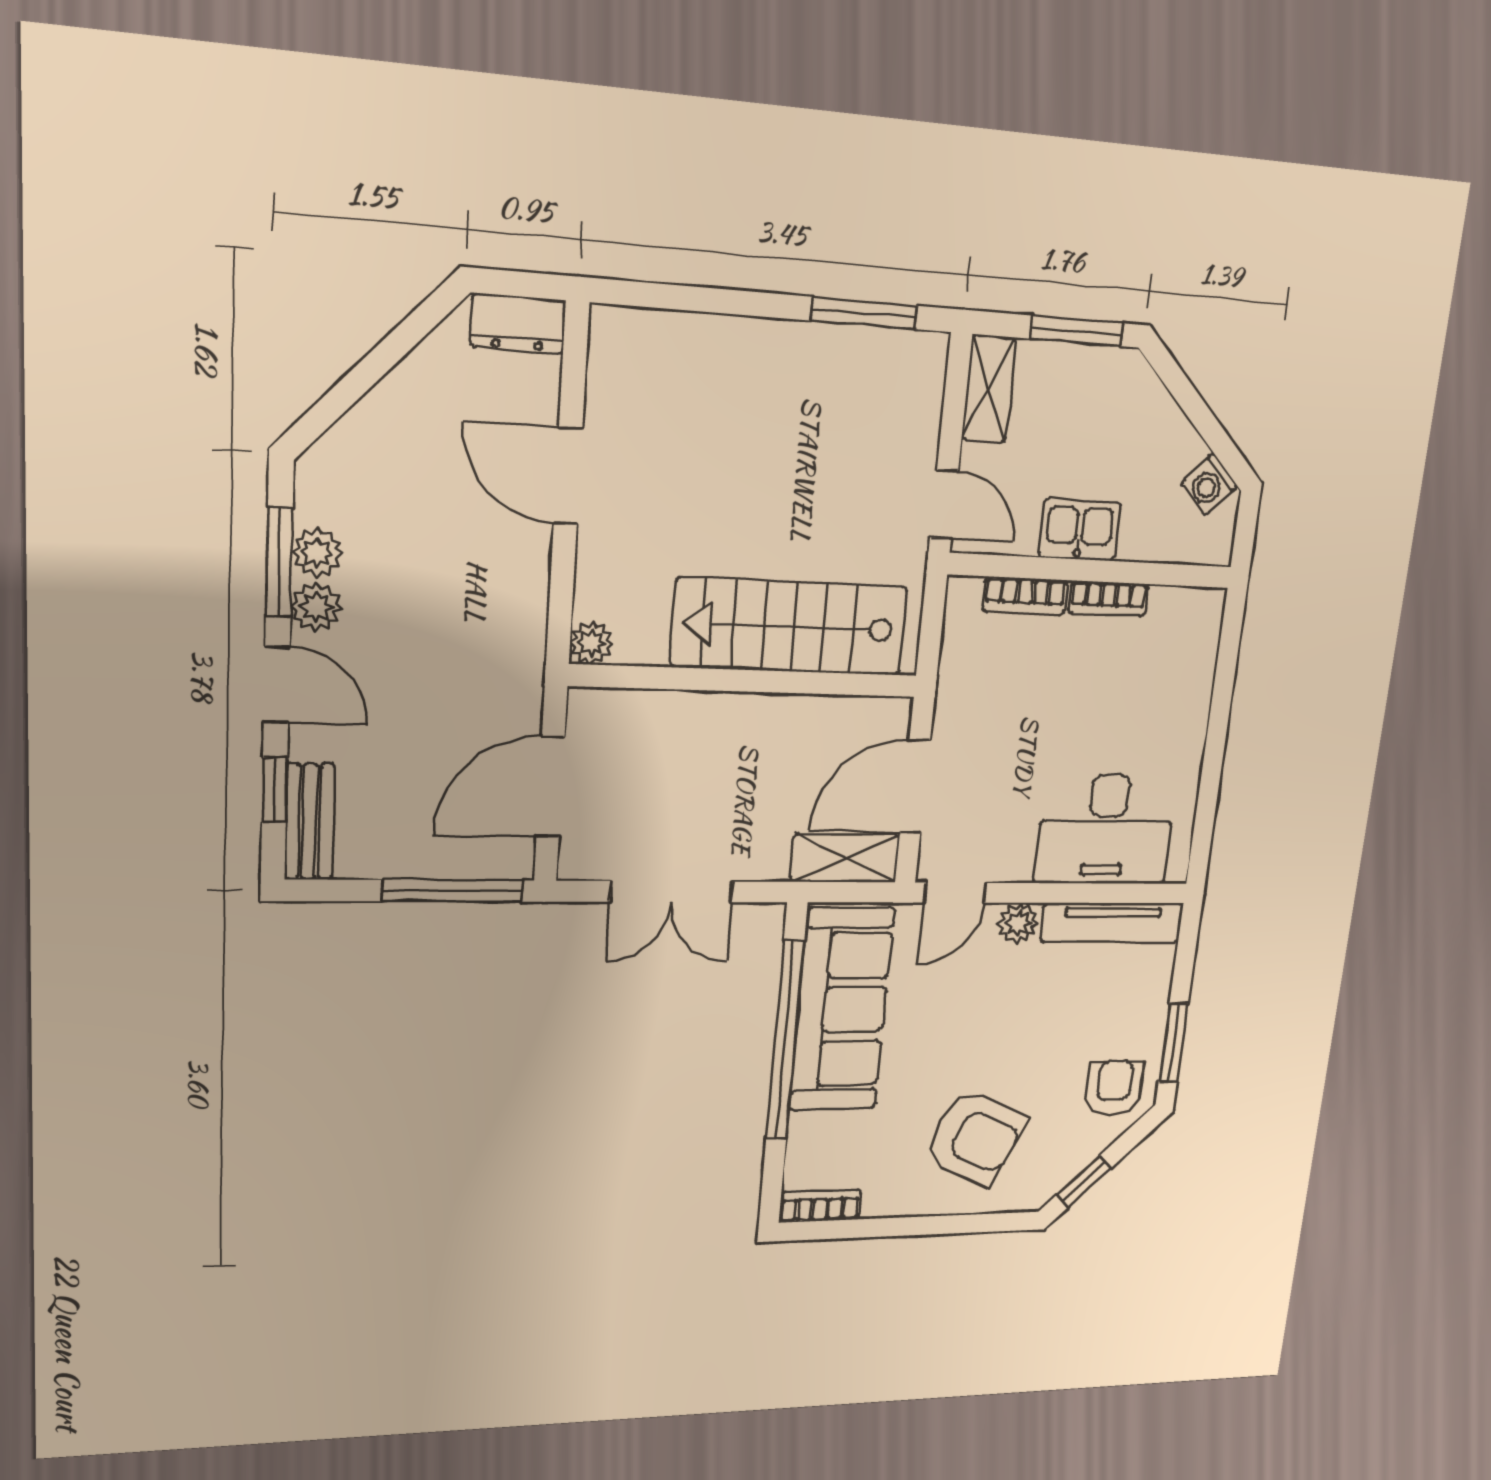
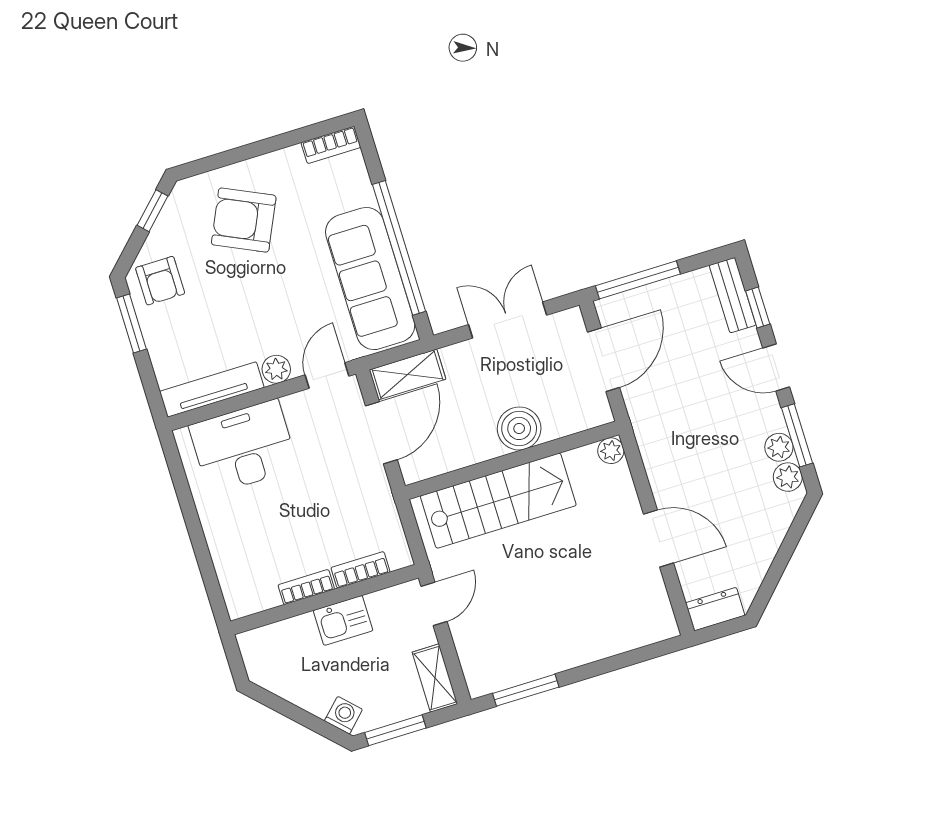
washing machine: (1209, 485) -> (343, 715), moved
door: (944, 504) -> (434, 604), swing flipped
plant: (316, 607) -> (788, 477), moved
boiler: (717, 725) -> (519, 428), added

